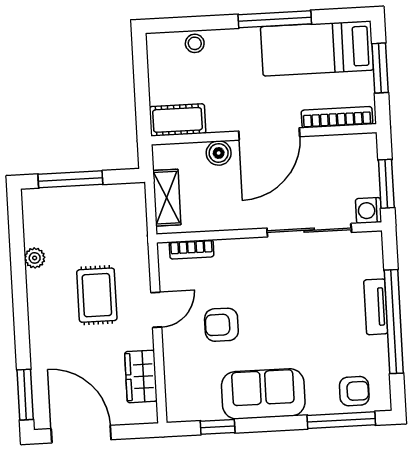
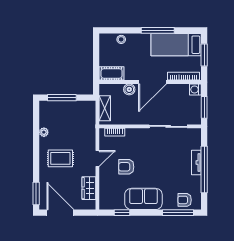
washing machine: (369, 210) -> (195, 89), moved
rug: (97, 295) -> (60, 158), moved, turned 90
armchair: (354, 391) -> (185, 200), turned 180

